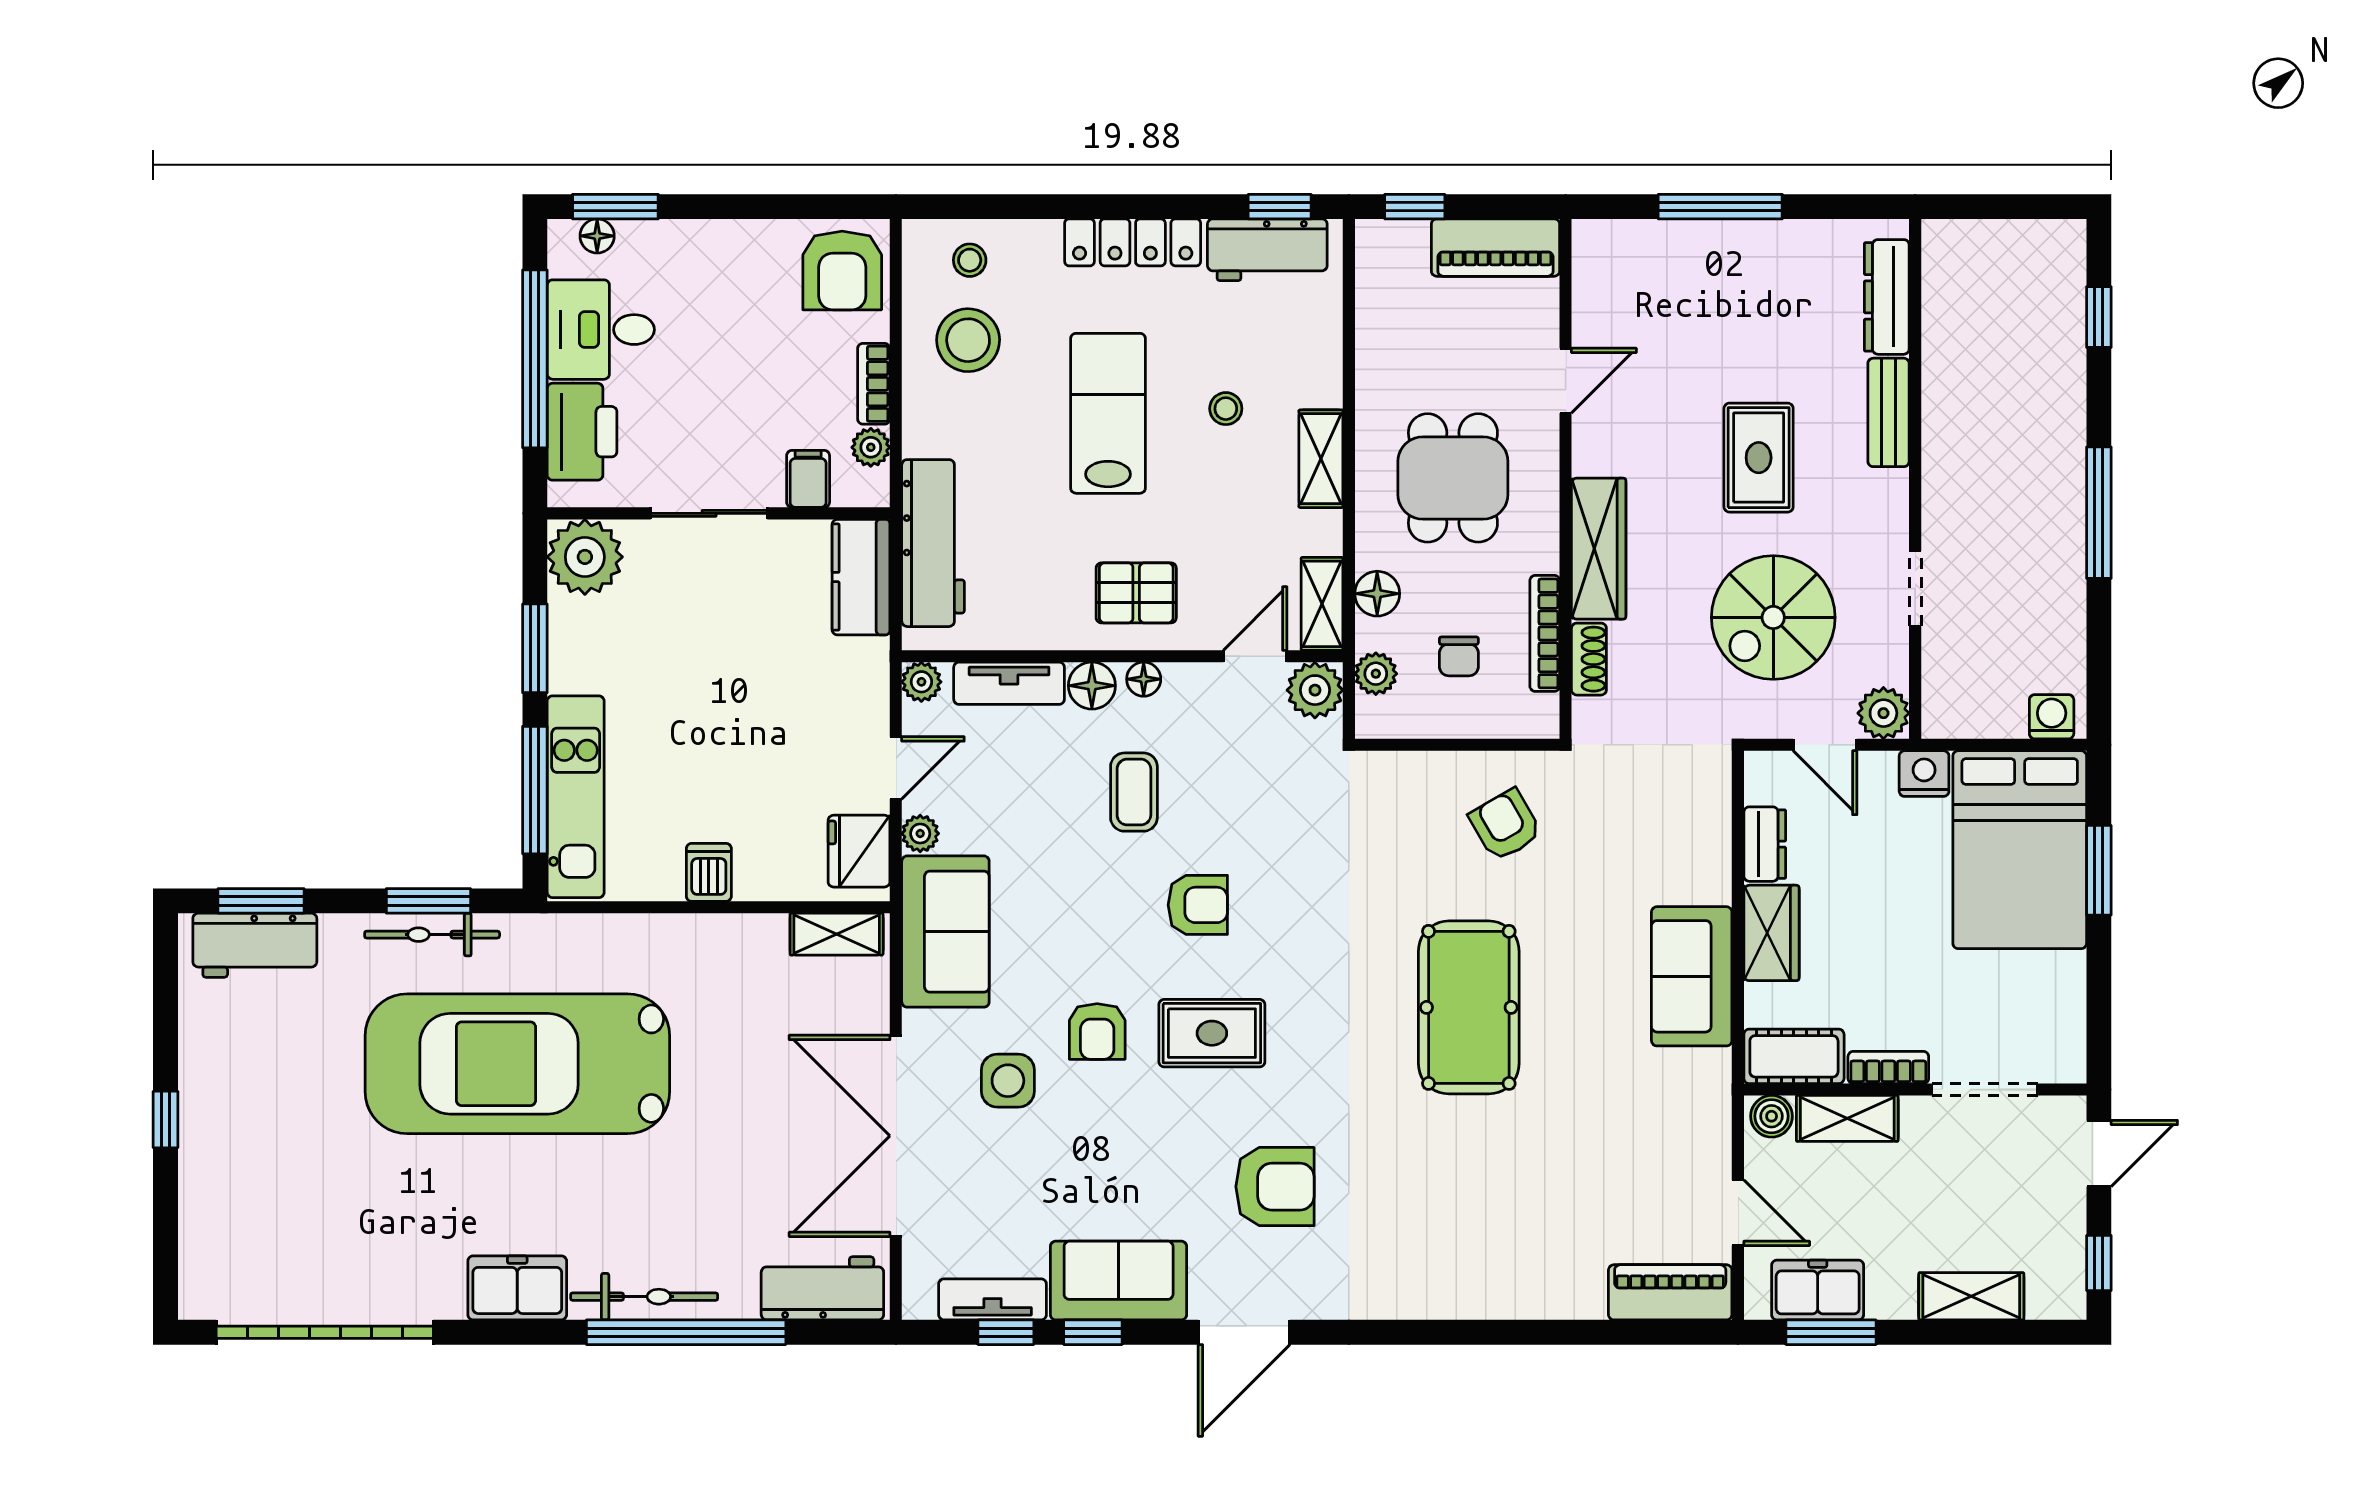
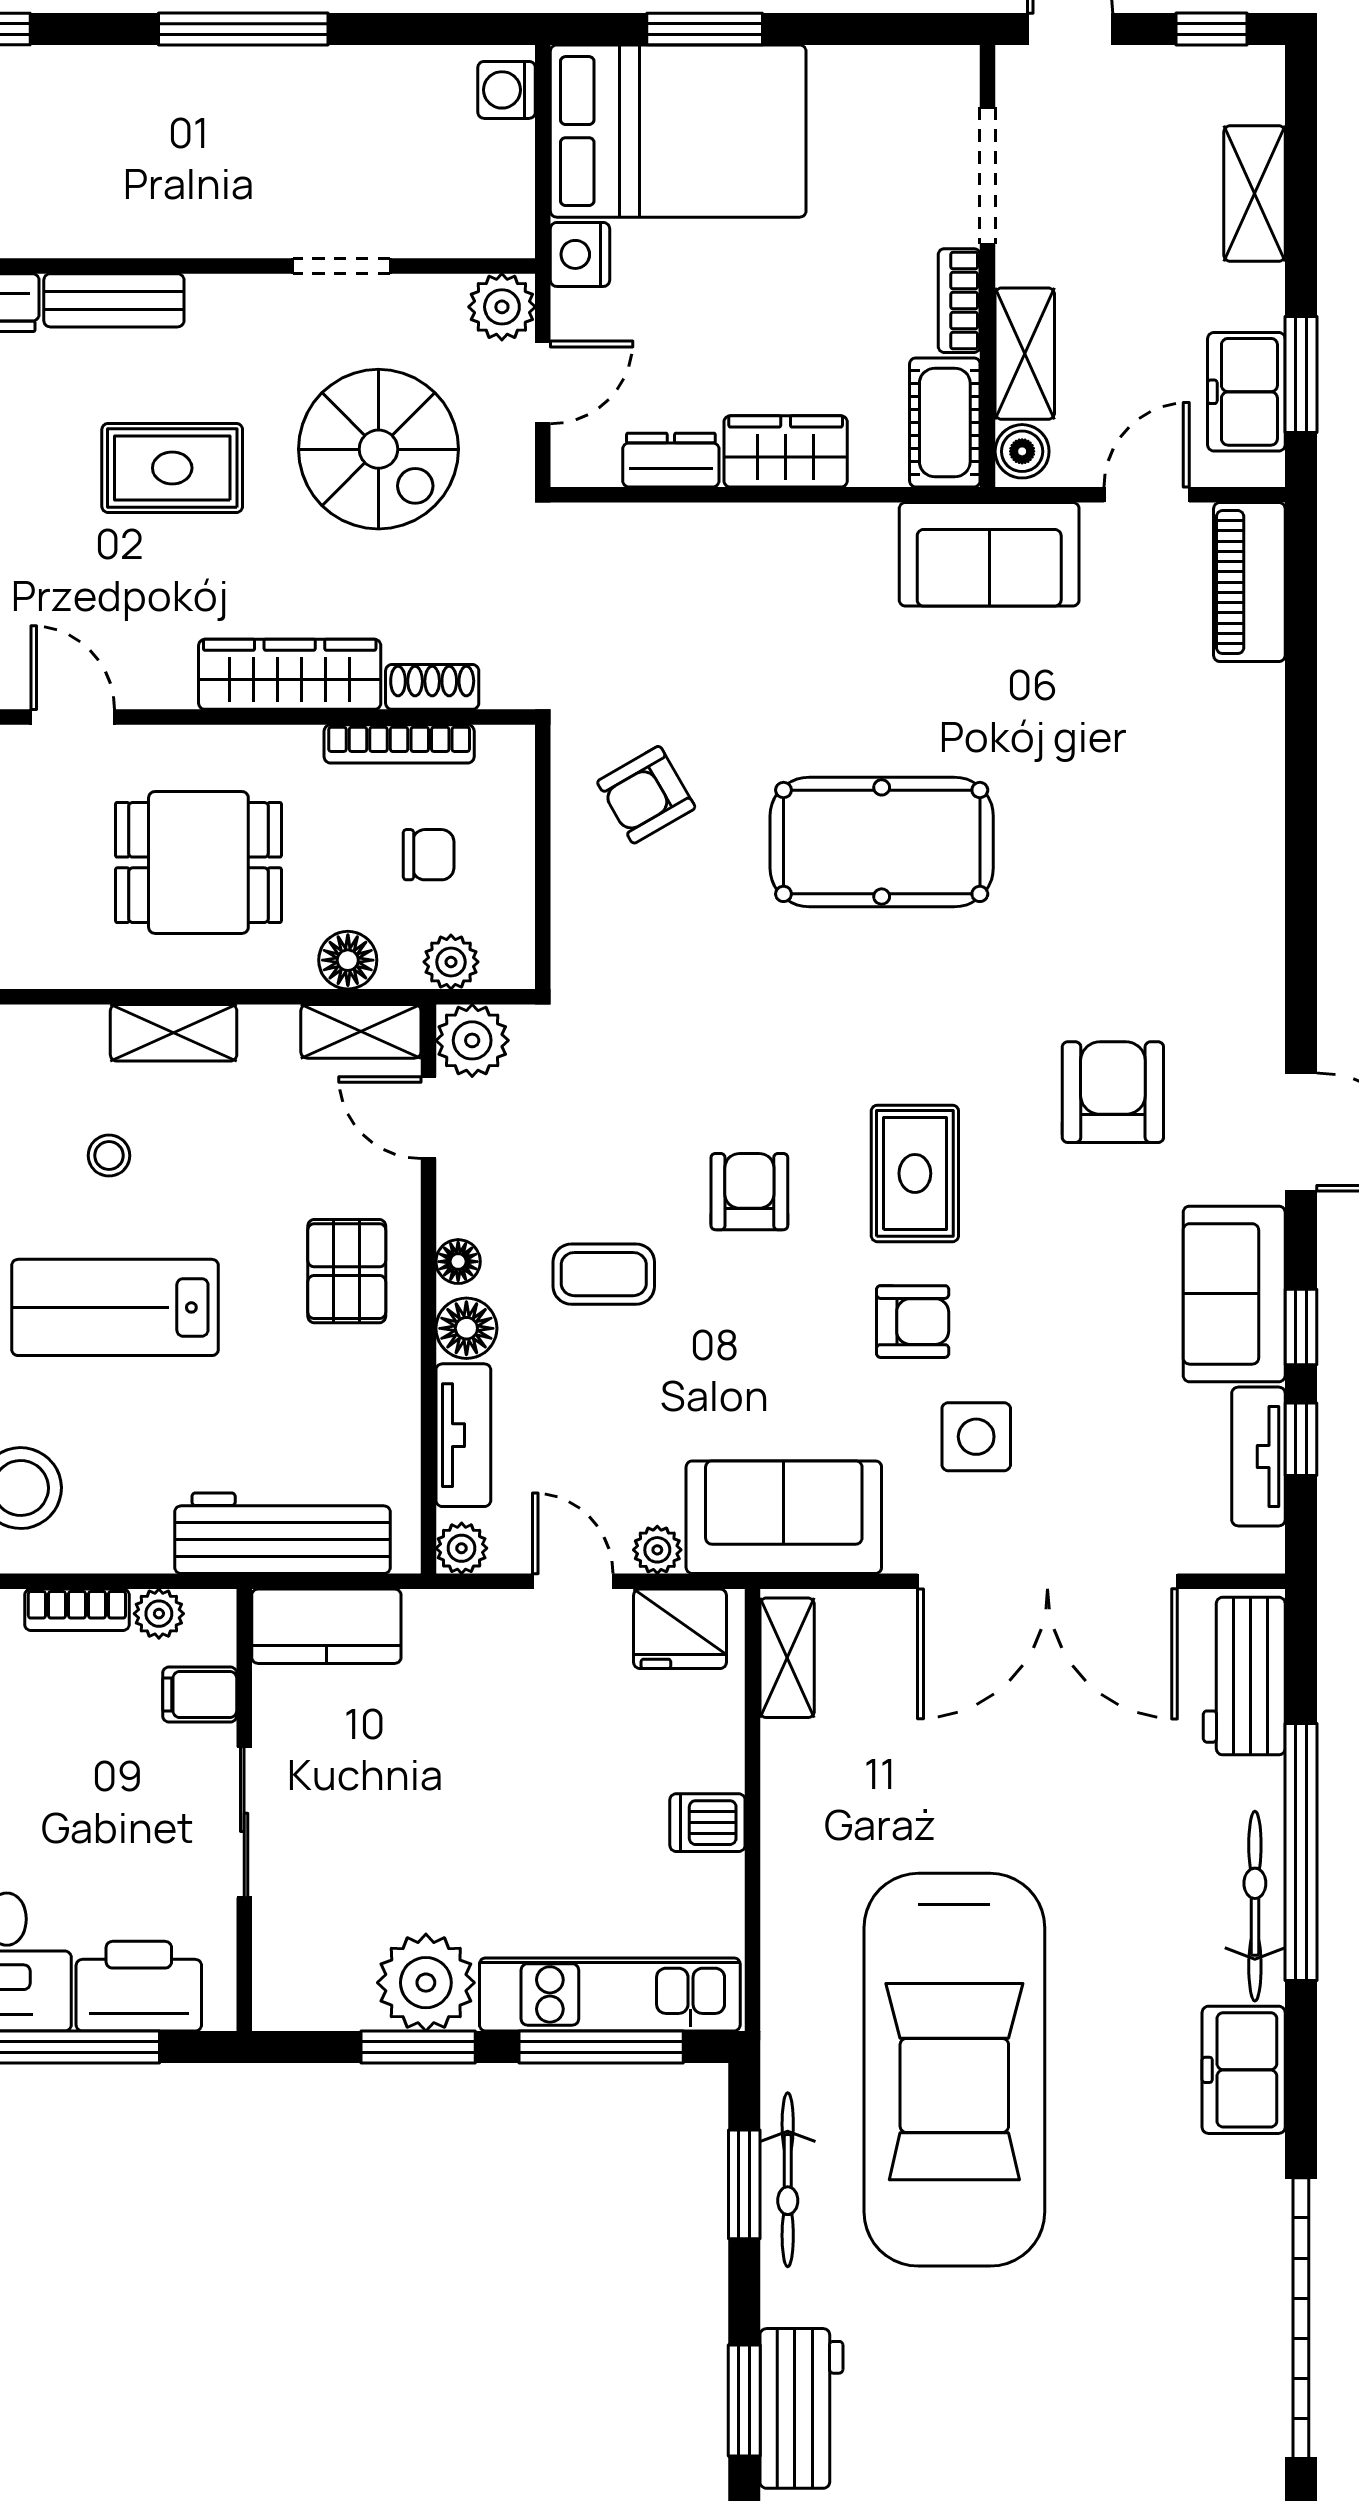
plant: (585, 557) -> (426, 1983), moved
sofa: (1692, 976) -> (989, 554), moved

